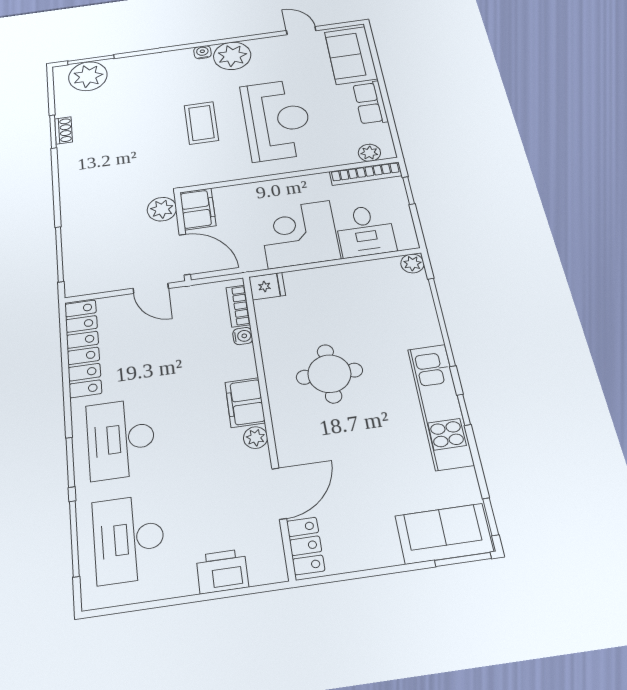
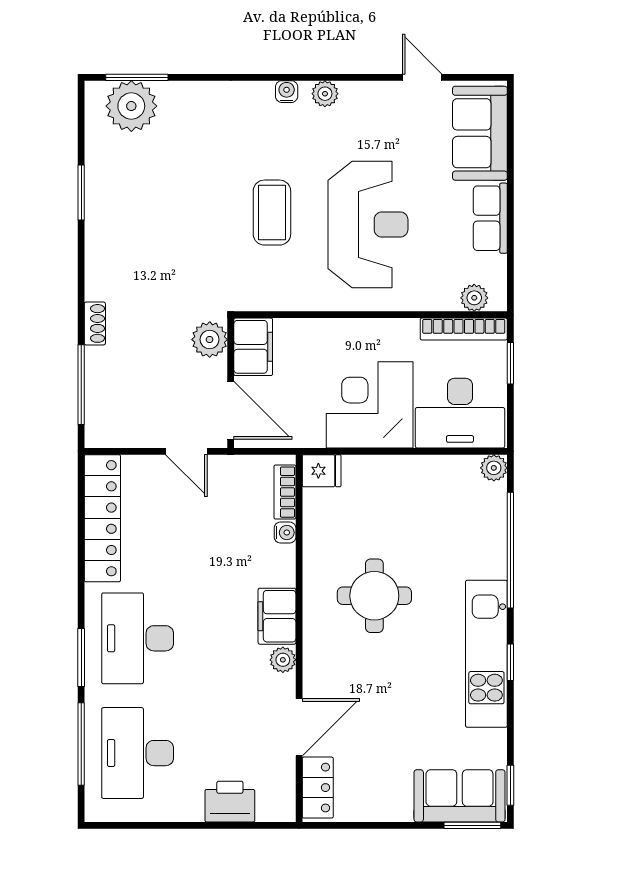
plant: (232, 56) -> (325, 94), width x0.53, depth x0.53
shoe rack: (64, 130) -> (95, 323), moved
desk: (365, 231) -> (460, 413), width x1.37

